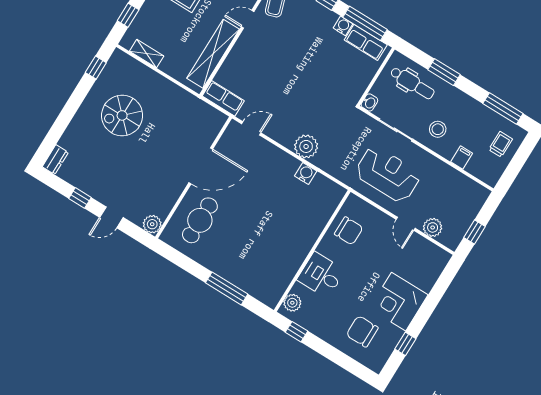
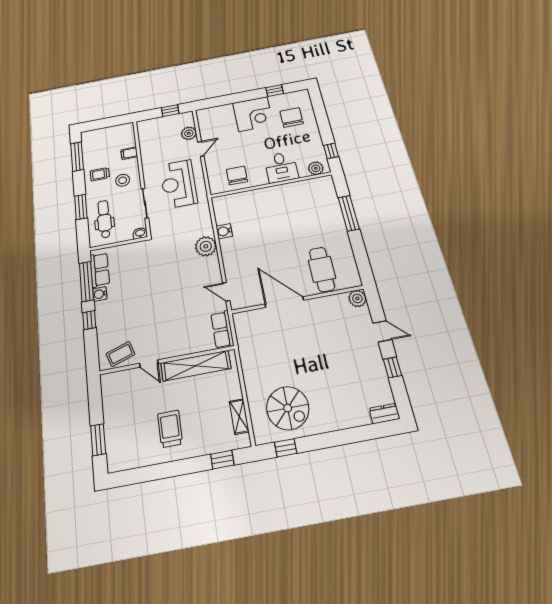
spiral stairs: (122, 115) -> (288, 408), moved
trolley: (501, 144) -> (100, 174), moved
cafe table: (200, 220) -> (322, 269), turned 90
chair: (362, 331) -> (292, 117), turned 180

